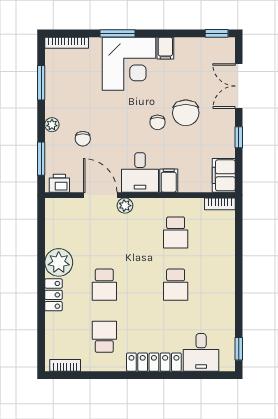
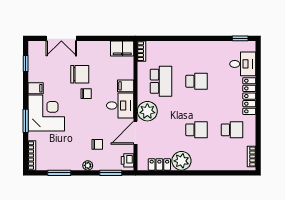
window: (217, 33) -> (26, 64), moved
window: (239, 137) -> (96, 38), removed
plant: (125, 206) -> (147, 111), width x1.88, depth x1.88
school desk: (176, 232) -> (161, 81), width x1.85
locker: (53, 295) -> (159, 164), moved
school desk: (104, 337) -> (232, 130), turned 180

